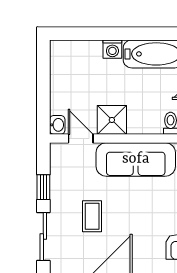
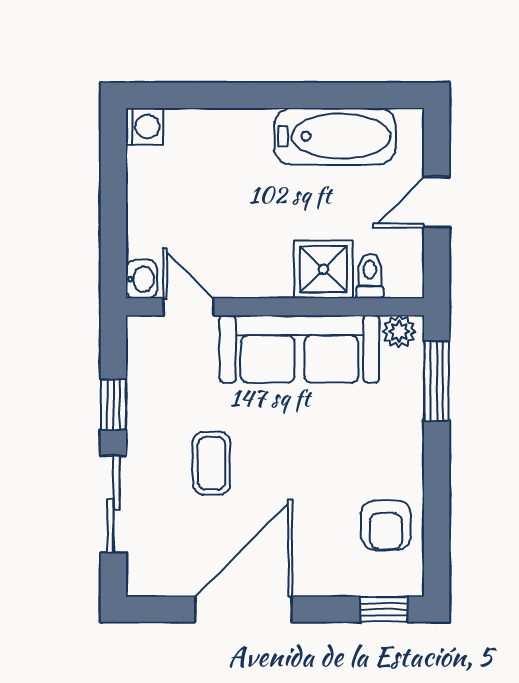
washing machine: (112, 49) -> (144, 126), moved, turned -90
shower: (112, 120) -> (323, 269), moved

